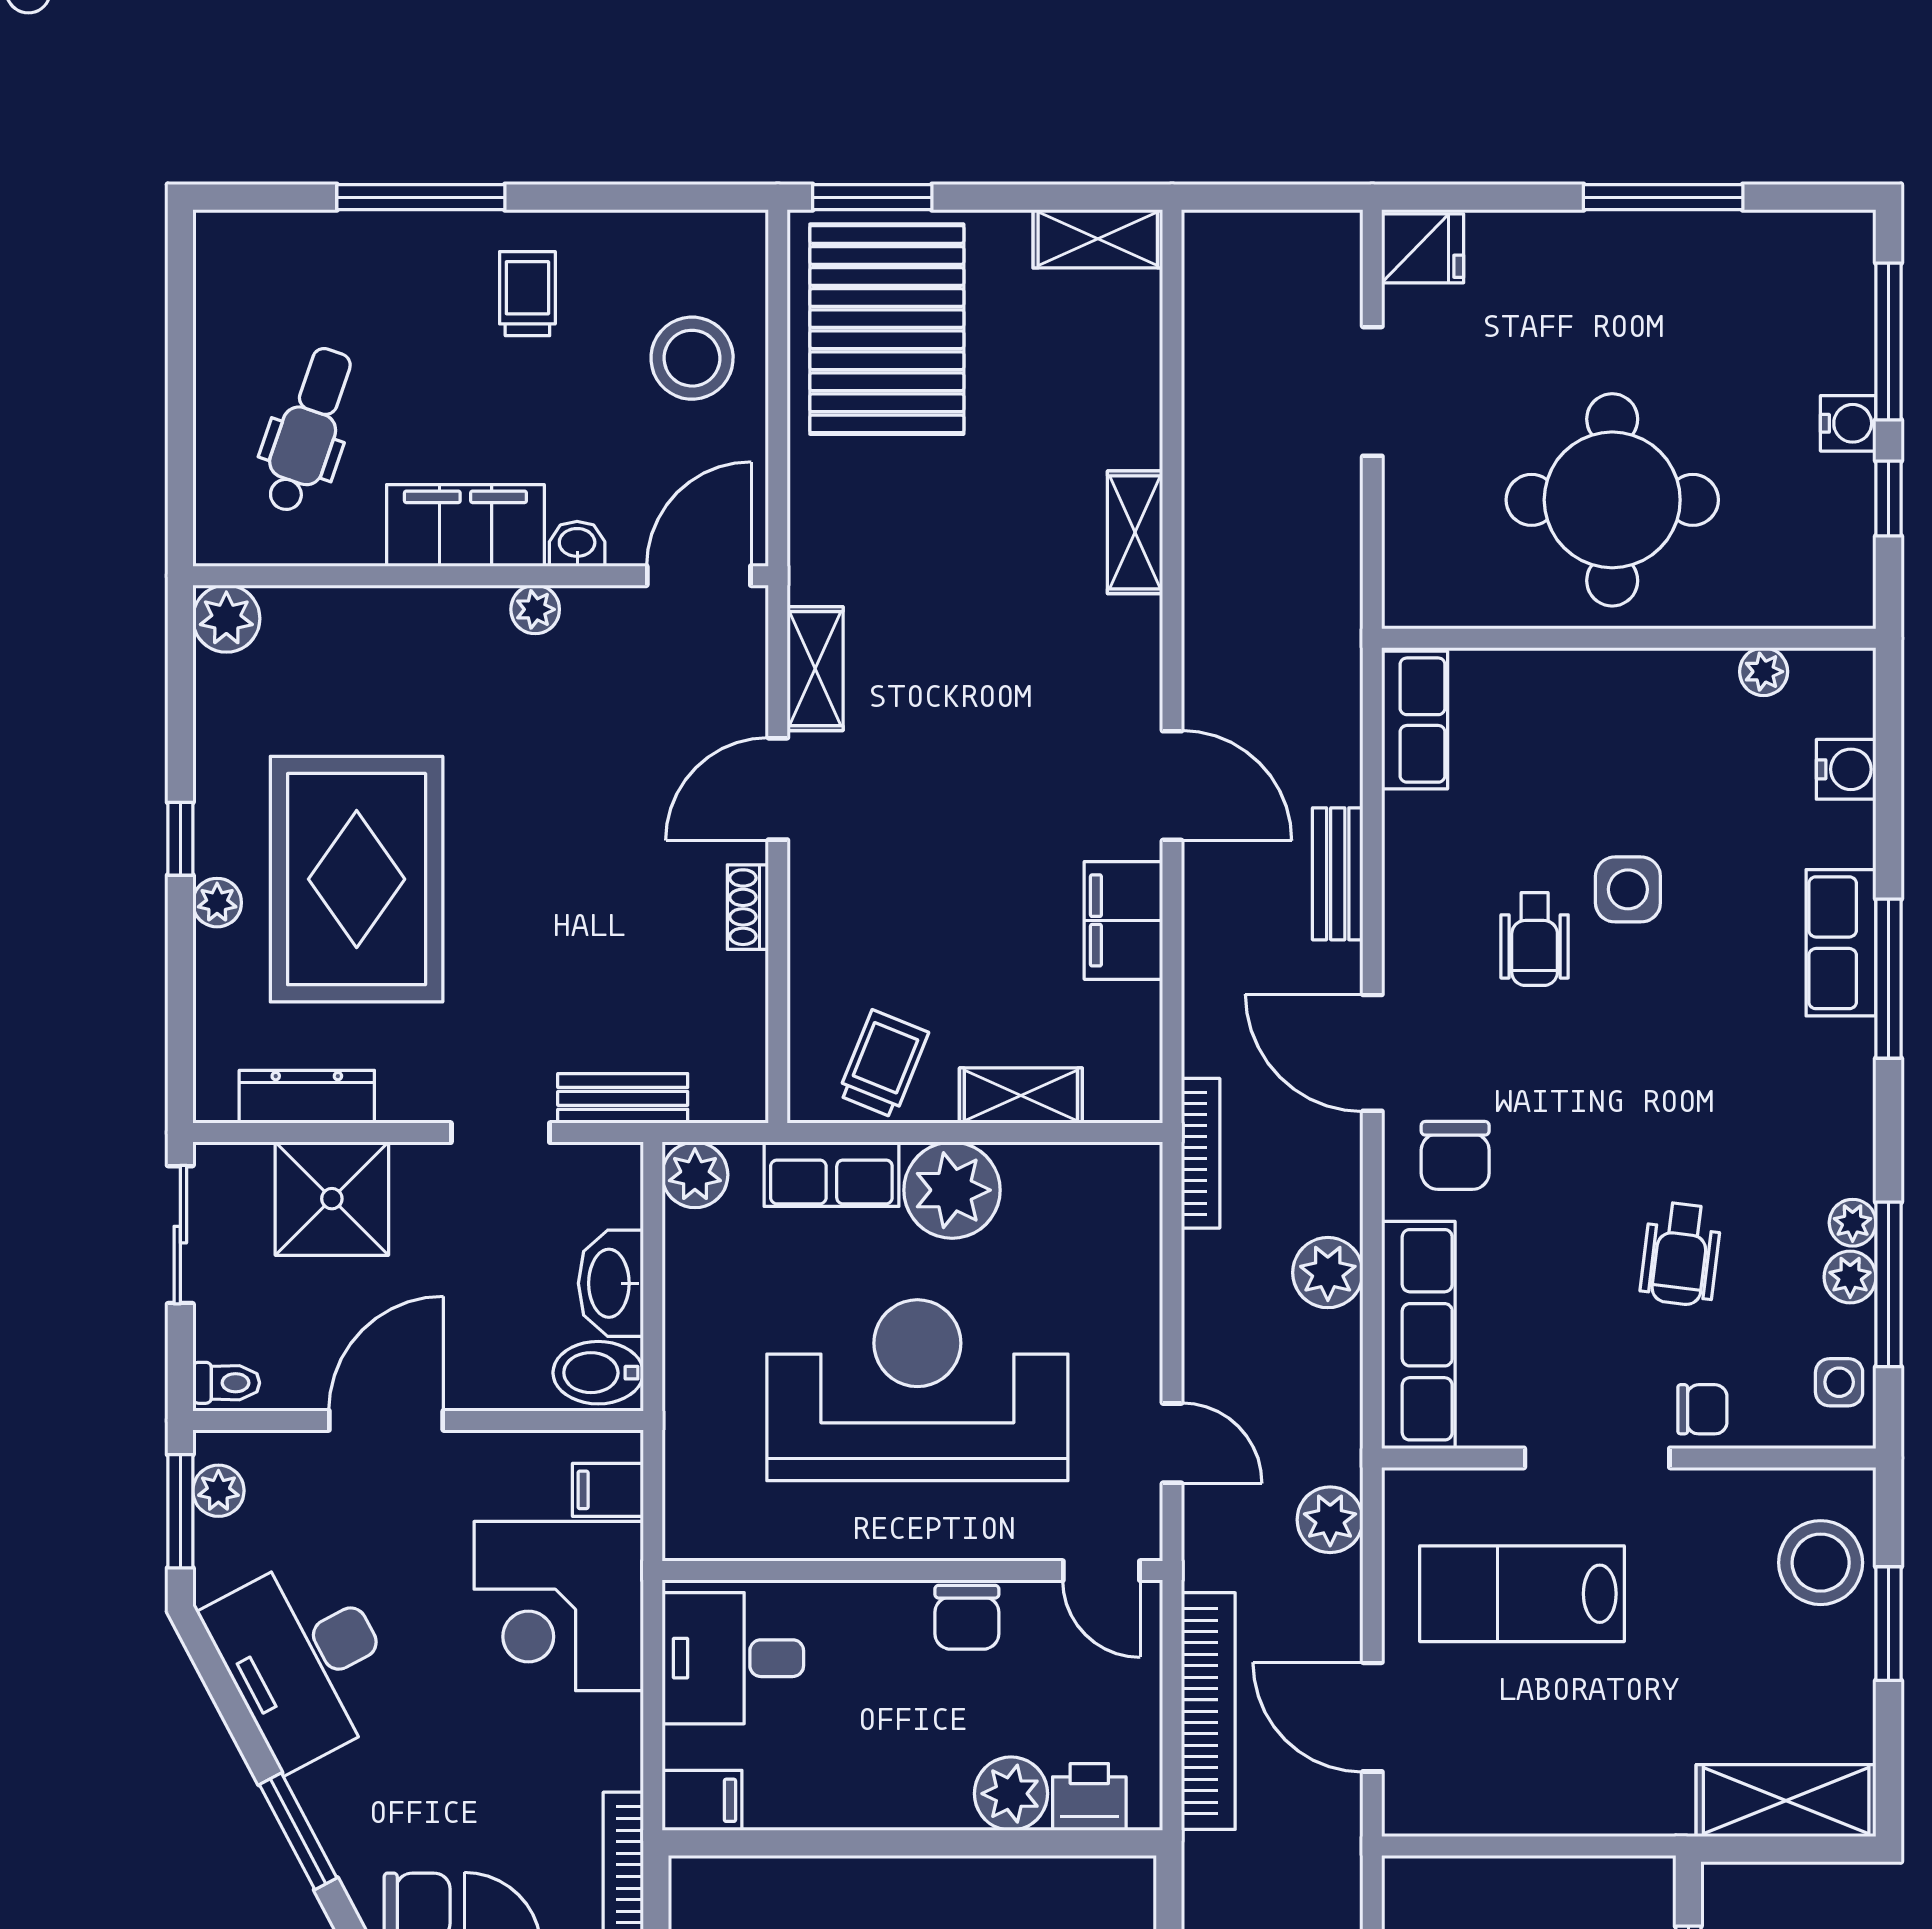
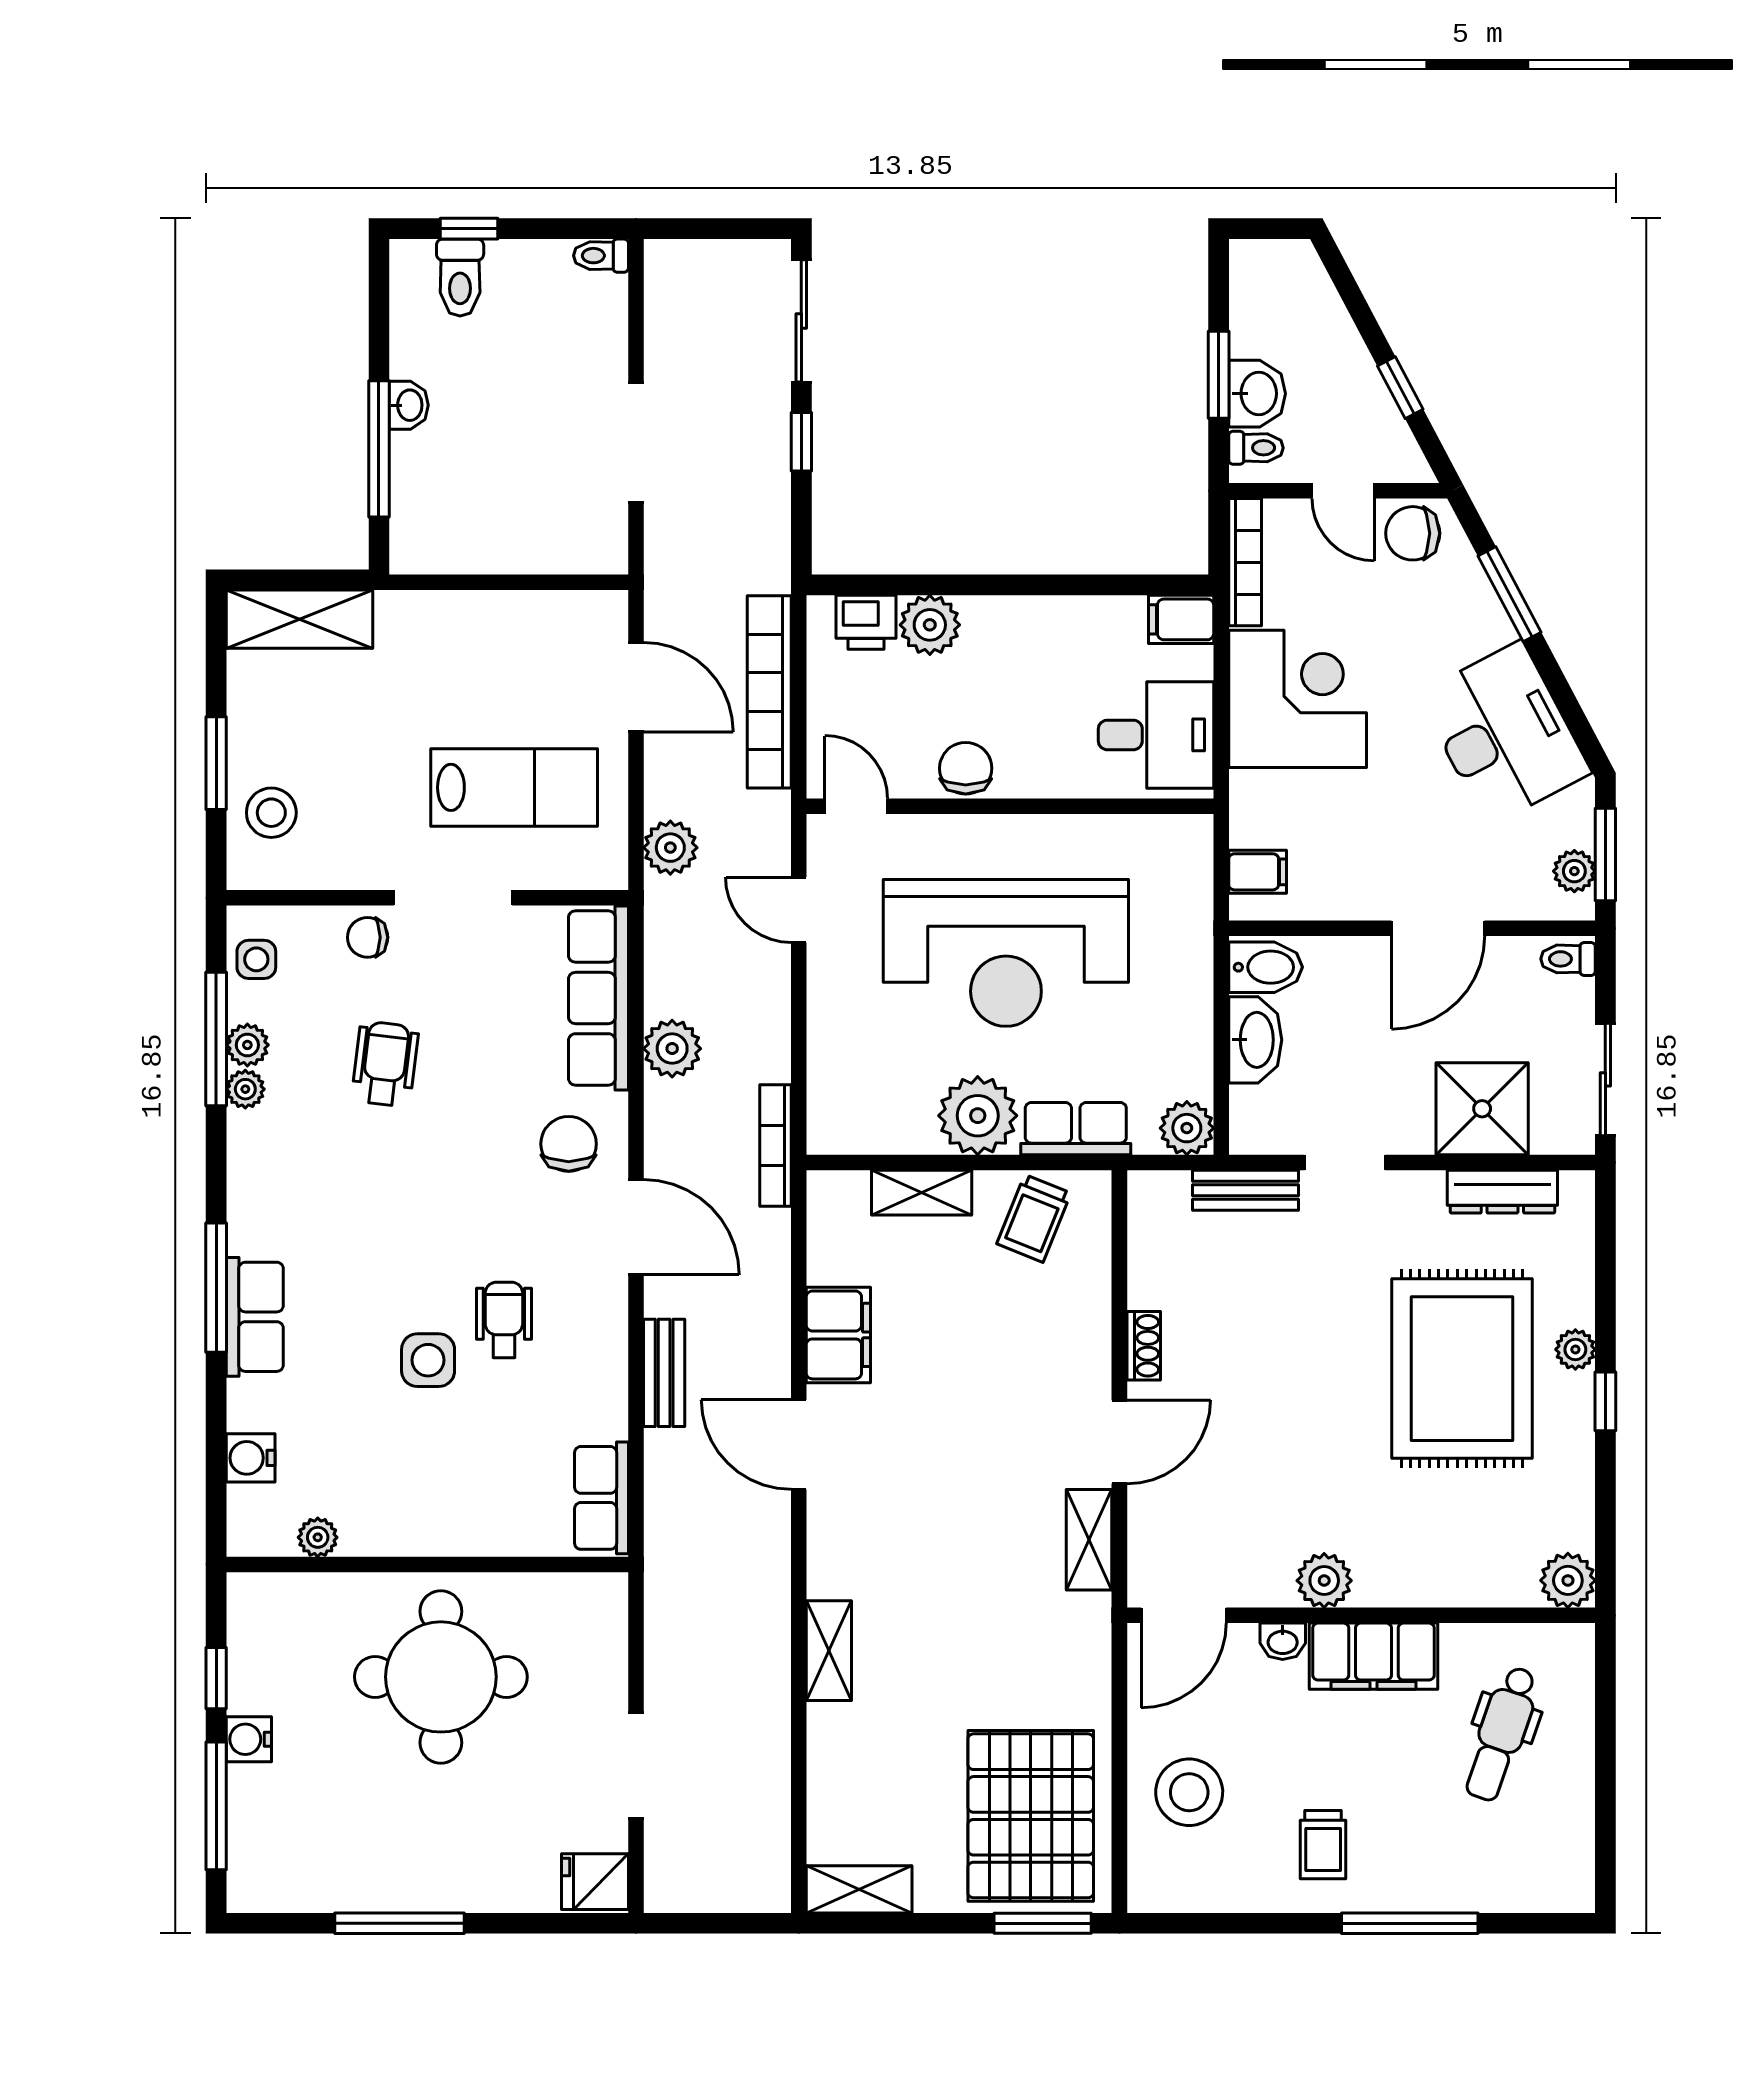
plant: (535, 609) -> (1324, 1581), width x1.38, depth x1.38
stool: (1821, 1563) -> (271, 813), width x0.73, depth x0.73
corner desk: (559, 1606) -> (1298, 699), moved

